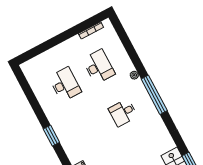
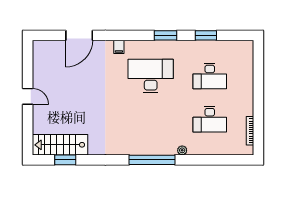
window: (35, 104) -> (206, 35), added
desk: (123, 113) -> (151, 76), moved, width x1.87, depth x1.30

